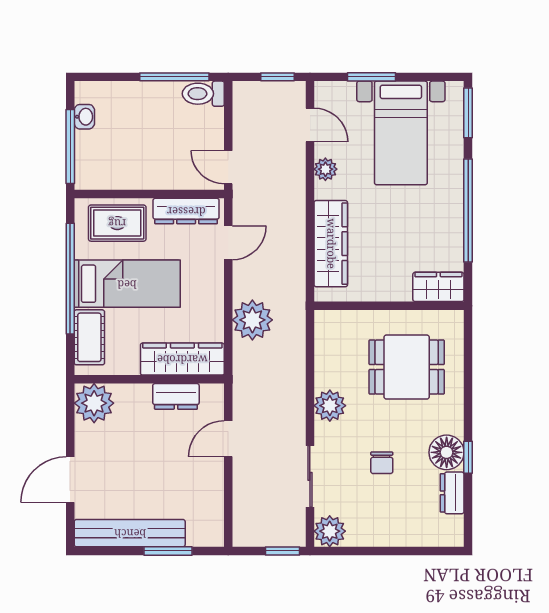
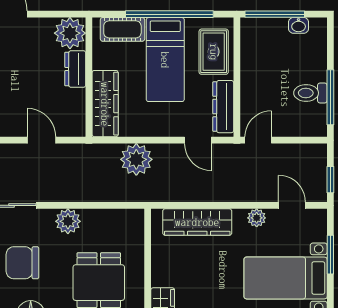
toilet: (203, 94) -> (310, 93), moved, turned -90
door: (310, 125) -> (292, 205), swing flipped
dresser: (176, 396) -> (75, 69), moved
chair: (382, 463) -> (22, 263), width x1.87, depth x1.87

